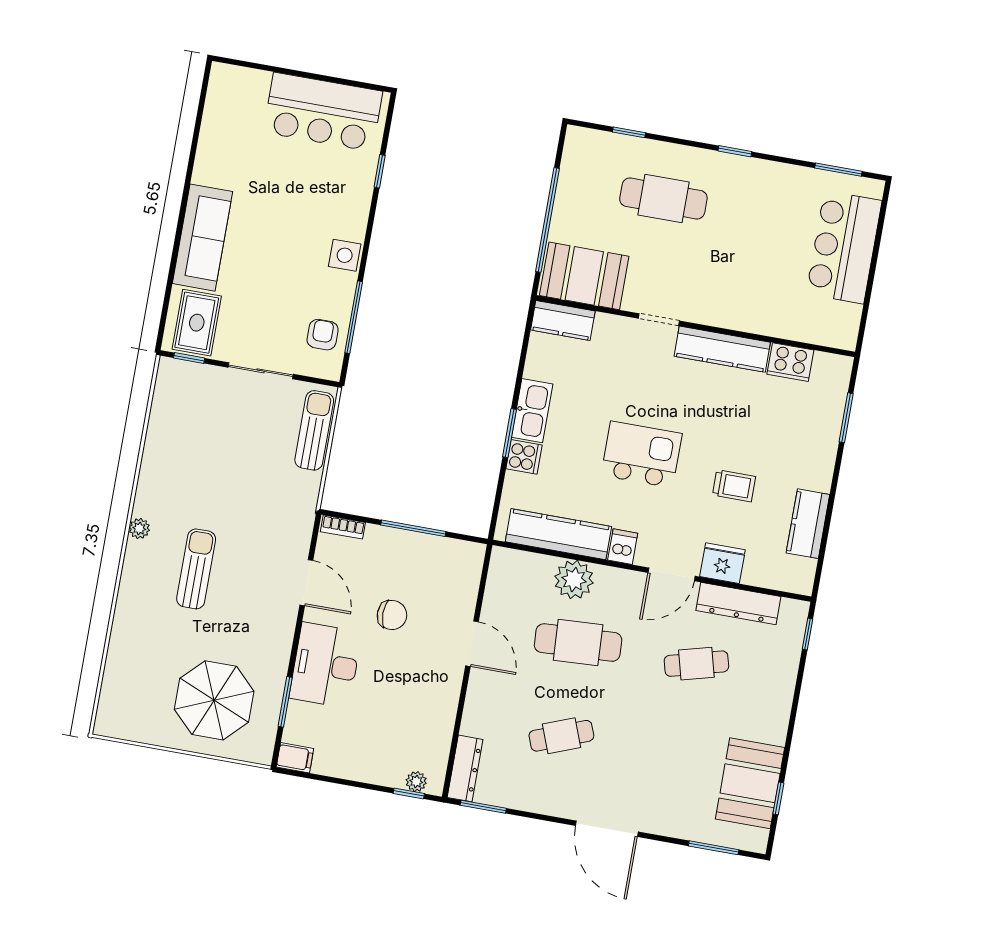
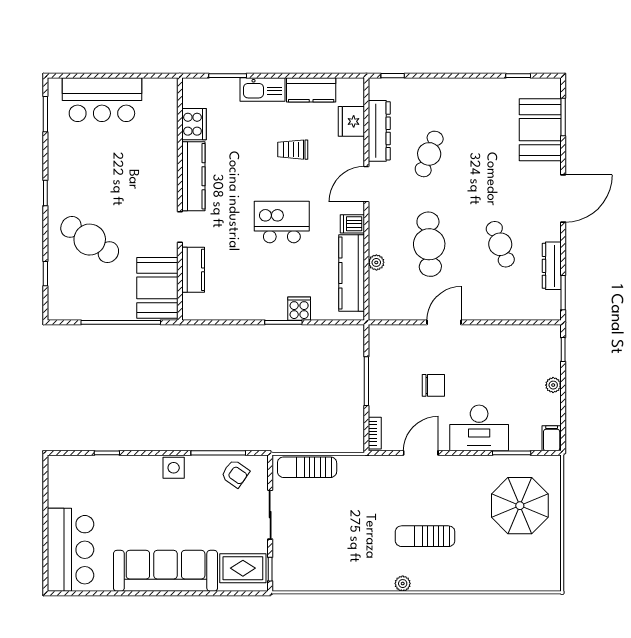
bar counter: (323, 112) -> (70, 550), moved
cafe table: (663, 198) -> (90, 240), turned -56
sofa: (202, 238) -> (166, 571), width x1.36, depth x1.27
kitchen counter: (563, 320) -> (193, 270), moved
armchair: (323, 335) -> (235, 474), turned -145
kitchen sink: (532, 411) -> (262, 90), moved, turned 180
kitchen island: (642, 454) -> (282, 222), turned 90
trolley: (734, 486) -> (293, 150), turned -90
fridge: (722, 563) -> (351, 121), moved
door: (672, 574) -> (366, 184), swing flipped
plant: (574, 580) -> (376, 262), width x0.53, depth x0.53
chair: (392, 615) -> (433, 385), turned 90
cafe table: (696, 664) -> (429, 154), turned 36
dresser: (465, 768) -> (552, 266), moved, turned -90
plant: (416, 782) -> (553, 385), moved
booth: (750, 783) -> (540, 130), moved, turned 90

